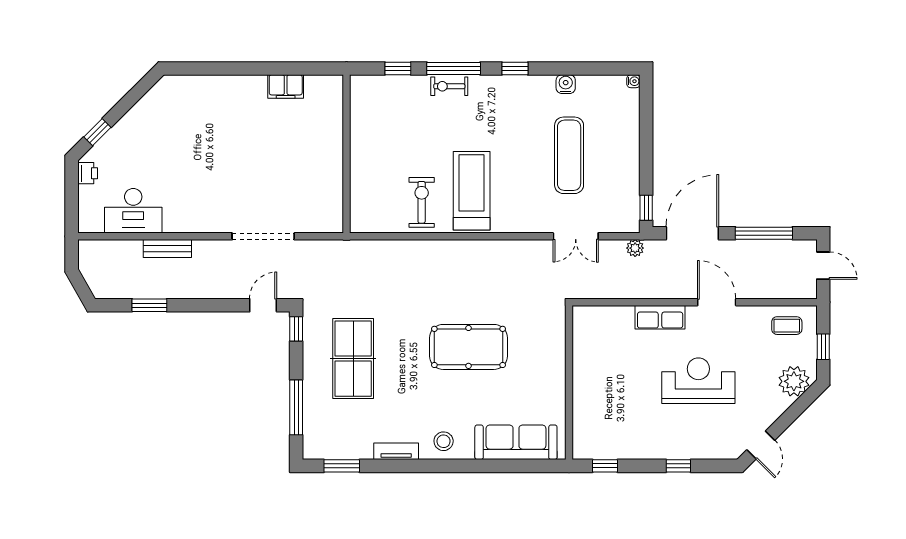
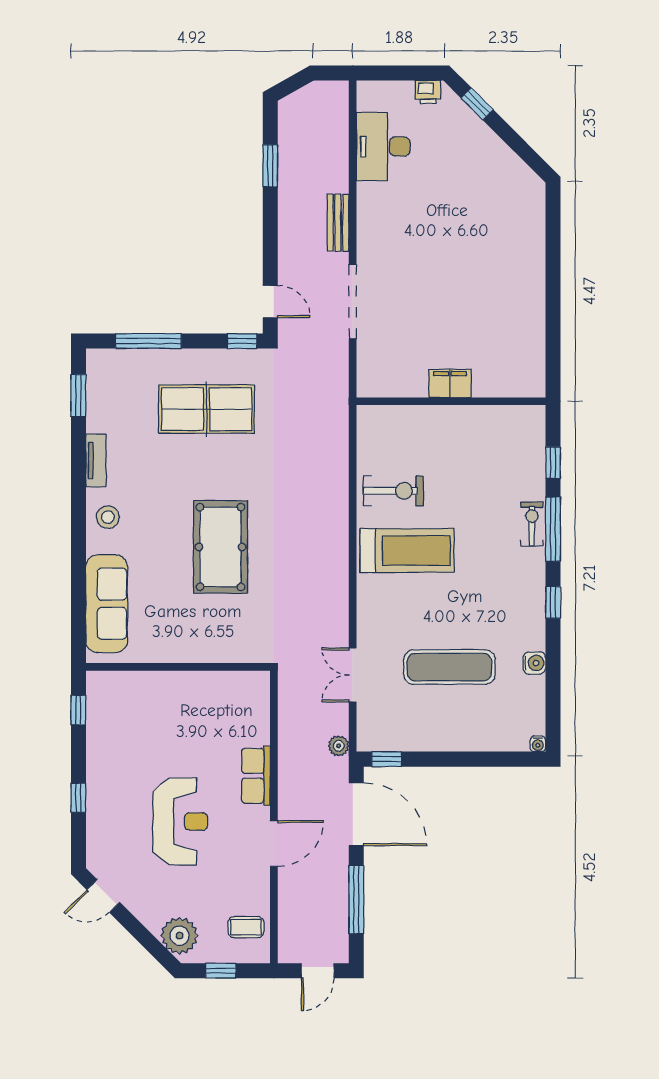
filing cabinet: (286, 86) -> (450, 383), moved, turned 90
bench: (167, 249) -> (338, 223), moved
coffee table: (787, 326) -> (246, 927), turned 90

